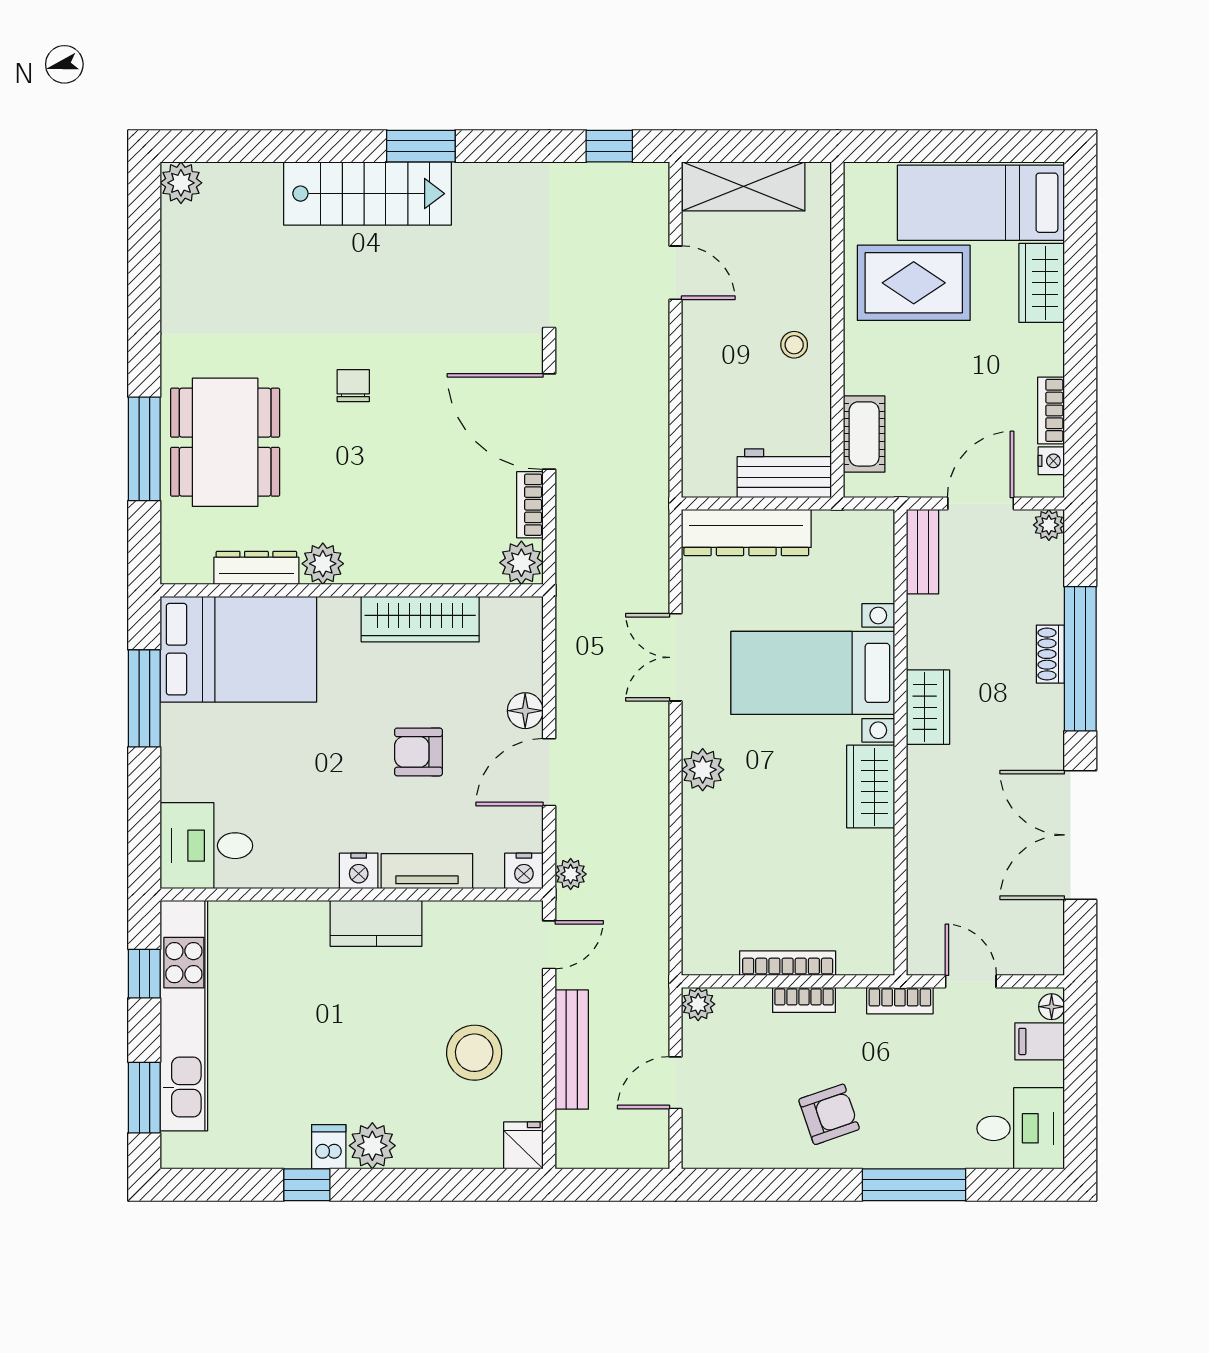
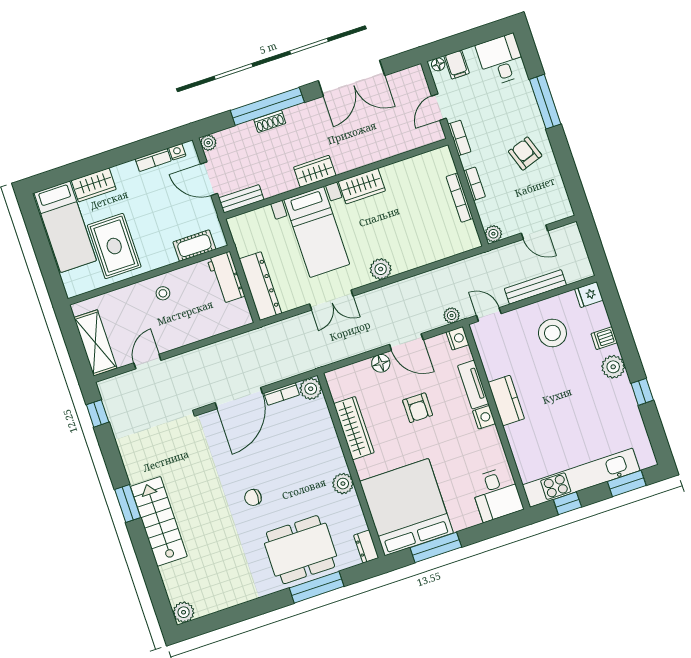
dresser: (256, 568) -> (366, 547), moved, width x0.70
bed: (238, 649) -> (406, 507), width x1.36
dishwasher: (329, 1147) -> (604, 338), moved

